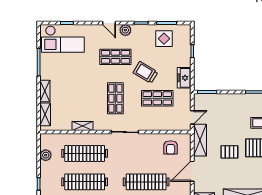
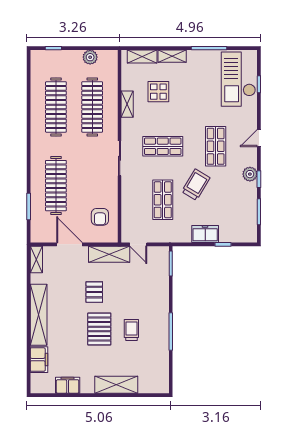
plant: (125, 30) -> (250, 174), moved
display table: (164, 39) -> (158, 92), moved
freezer: (184, 78) -> (205, 234), moved
armchair: (171, 147) -> (100, 217), turned -90

